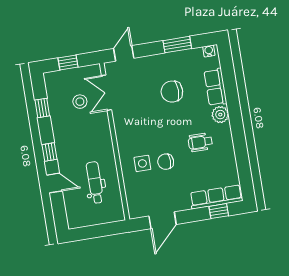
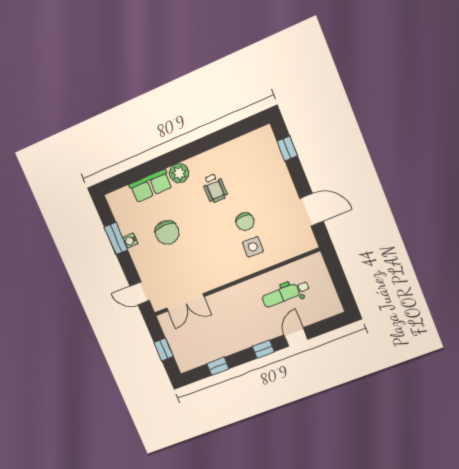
water cooler: (209, 51) -> (130, 241), moved
stool: (80, 102) -> (202, 328), removed
row of seats: (216, 197) -> (272, 155), removed

